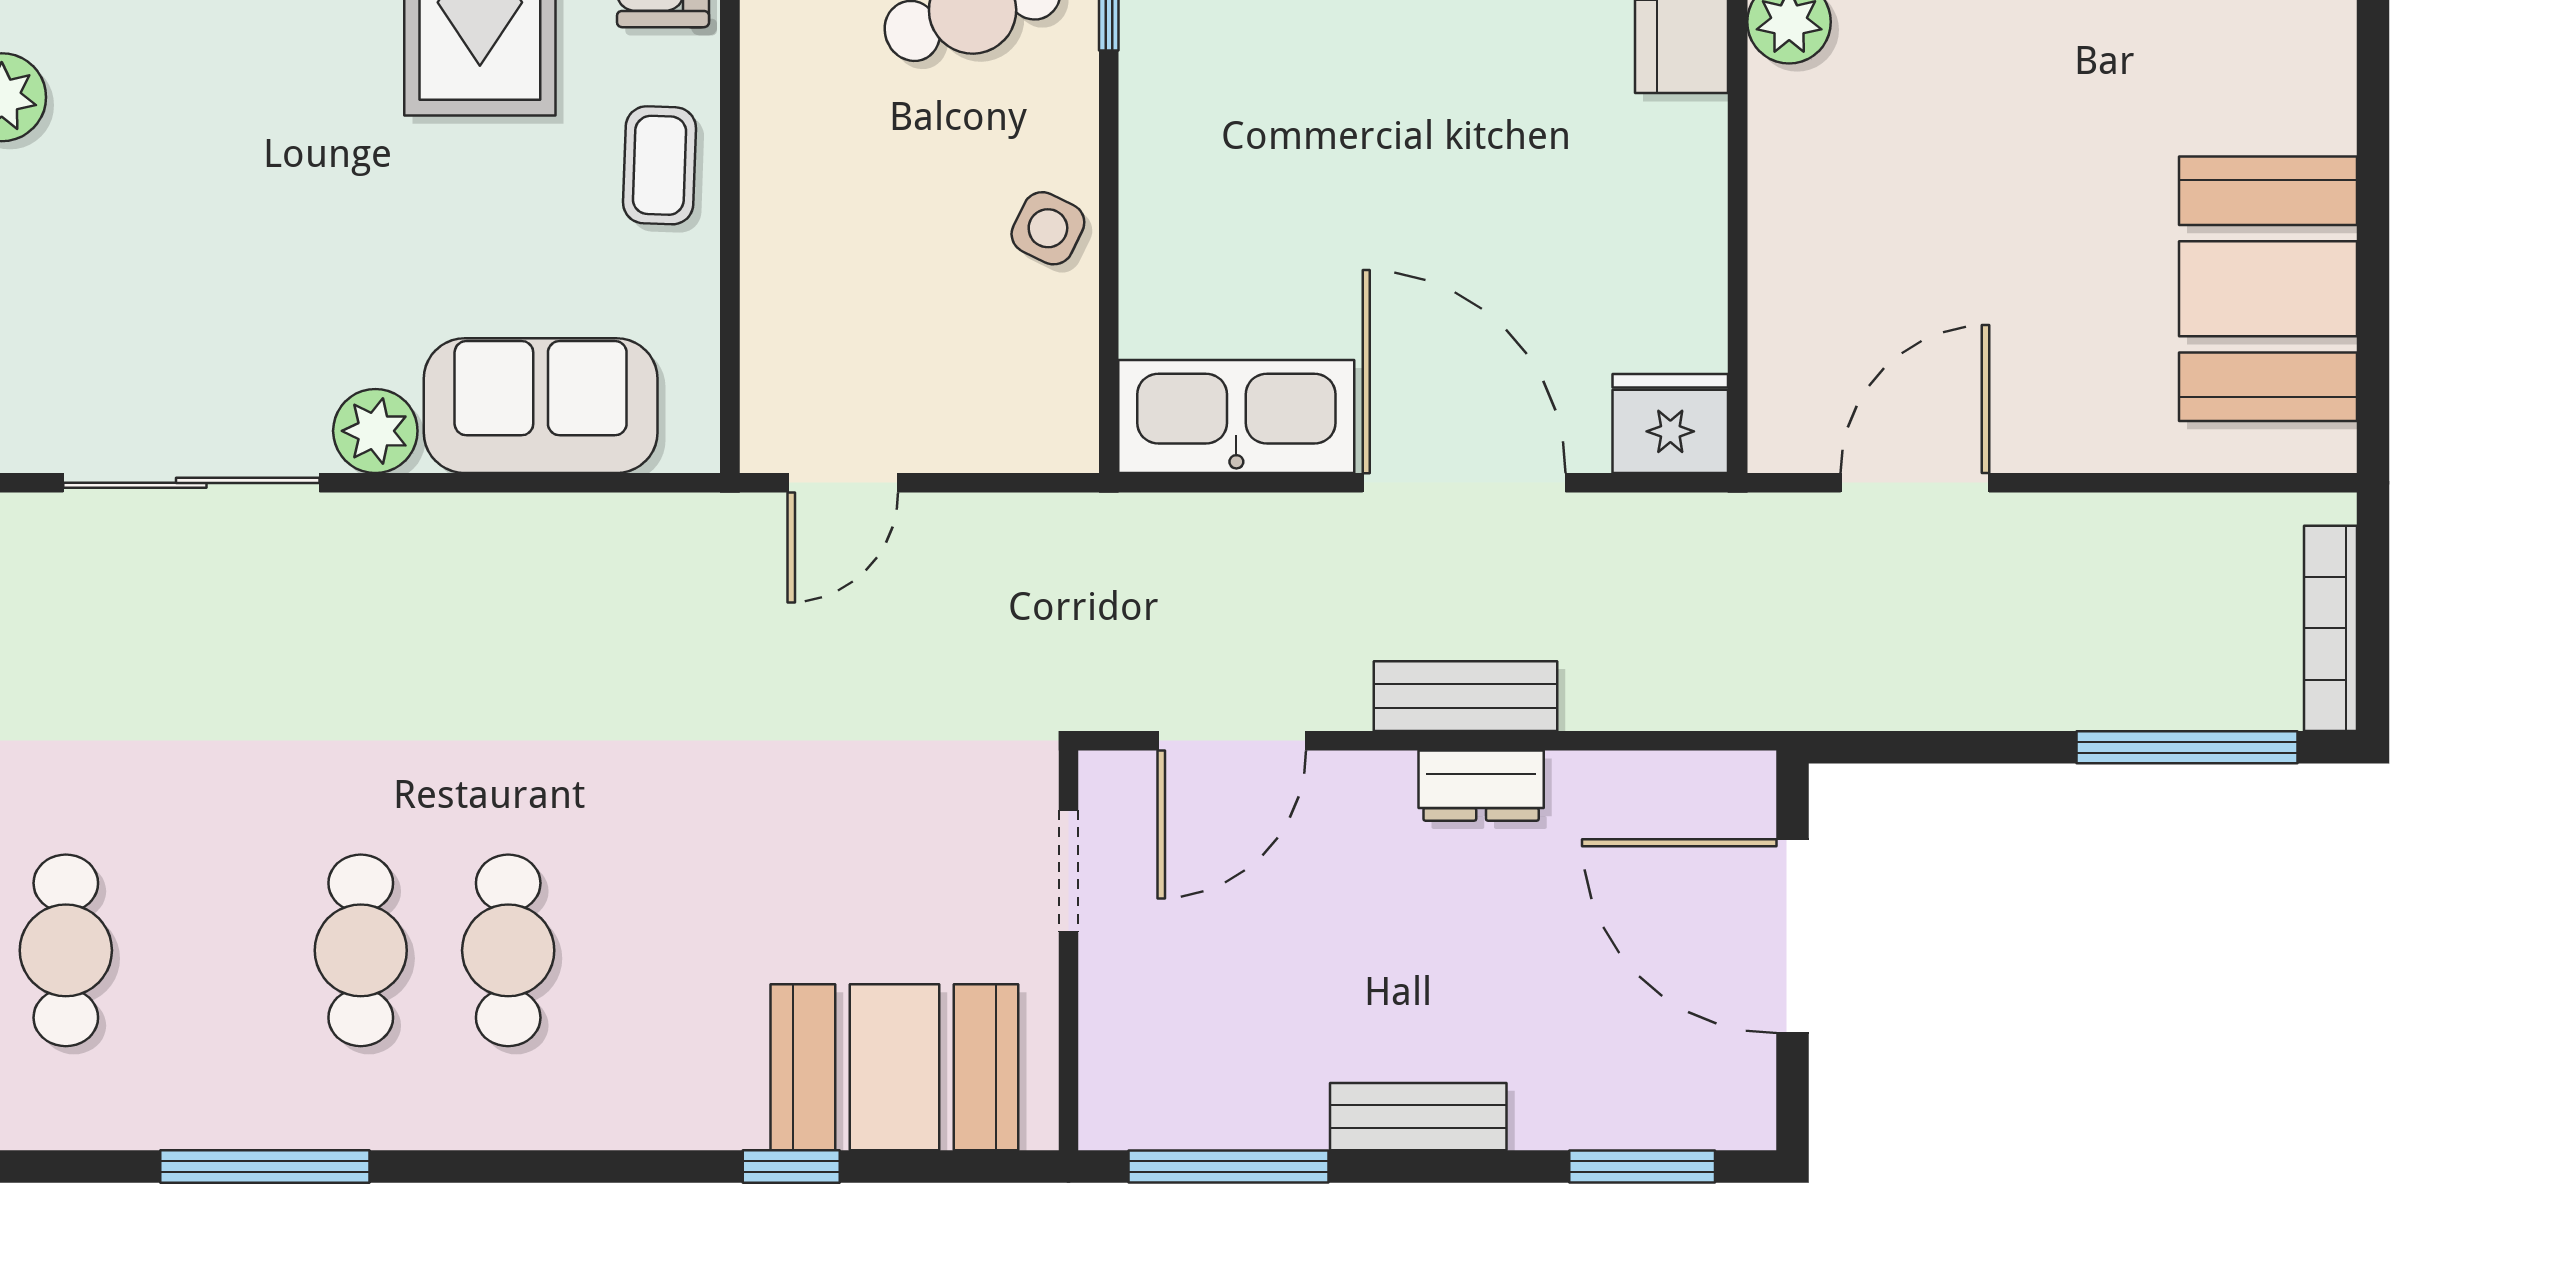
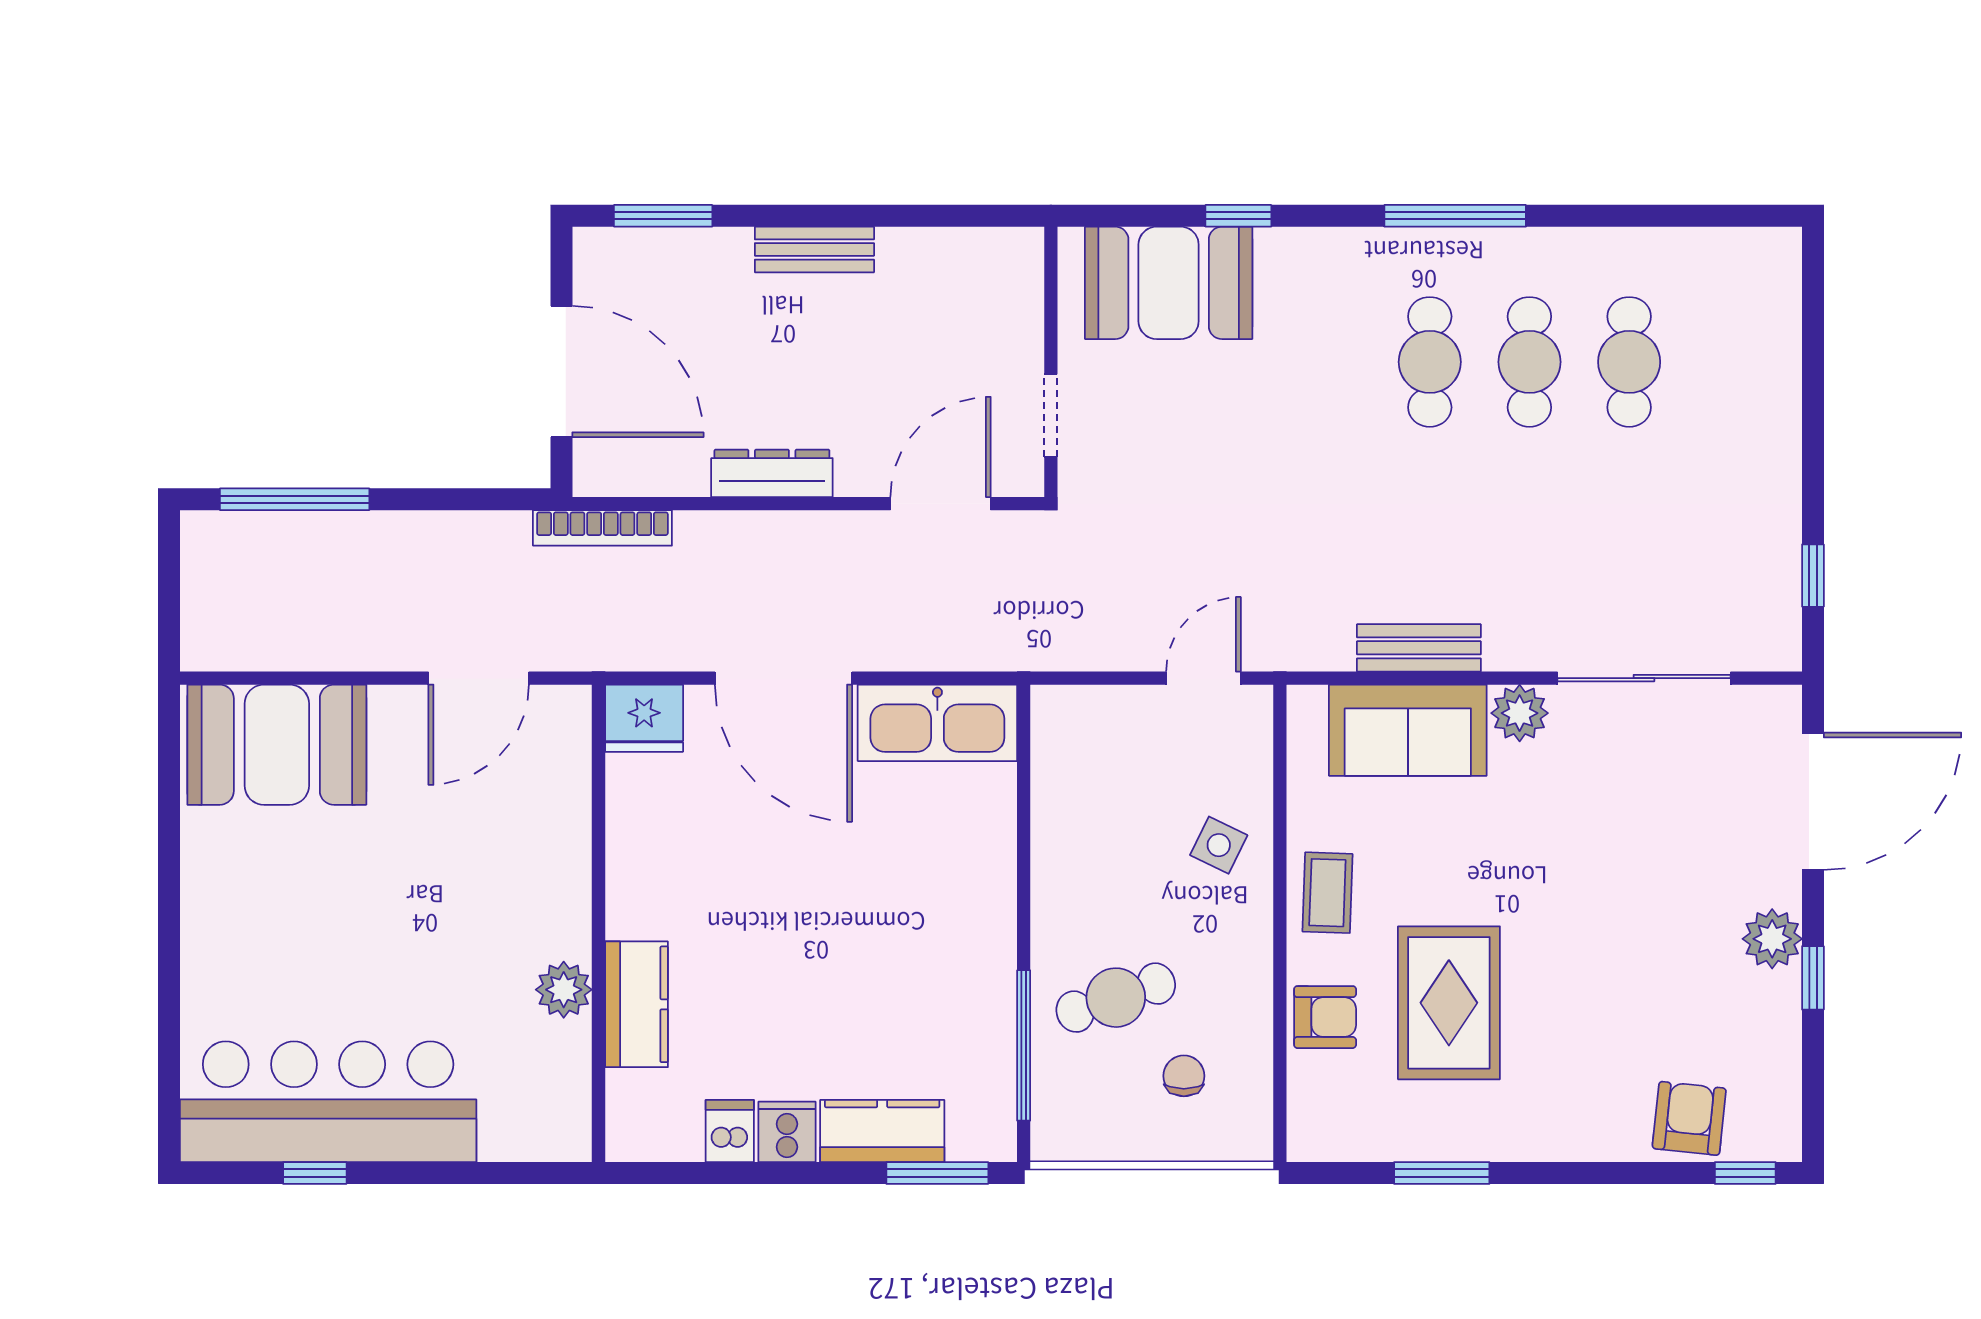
side table: (1048, 228) -> (1219, 845), moved
booth: (2268, 289) -> (277, 745), moved, turned 90
bookcase: (2331, 628) -> (602, 528), moved, turned 90
bench: (1466, 696) -> (1419, 648), moved
dresser: (1481, 786) -> (772, 473), width x1.44
cafe table: (66, 950) -> (1629, 362), moved
window: (265, 1166) -> (1455, 216), moved
window: (1229, 1166) -> (943, 216), removed

